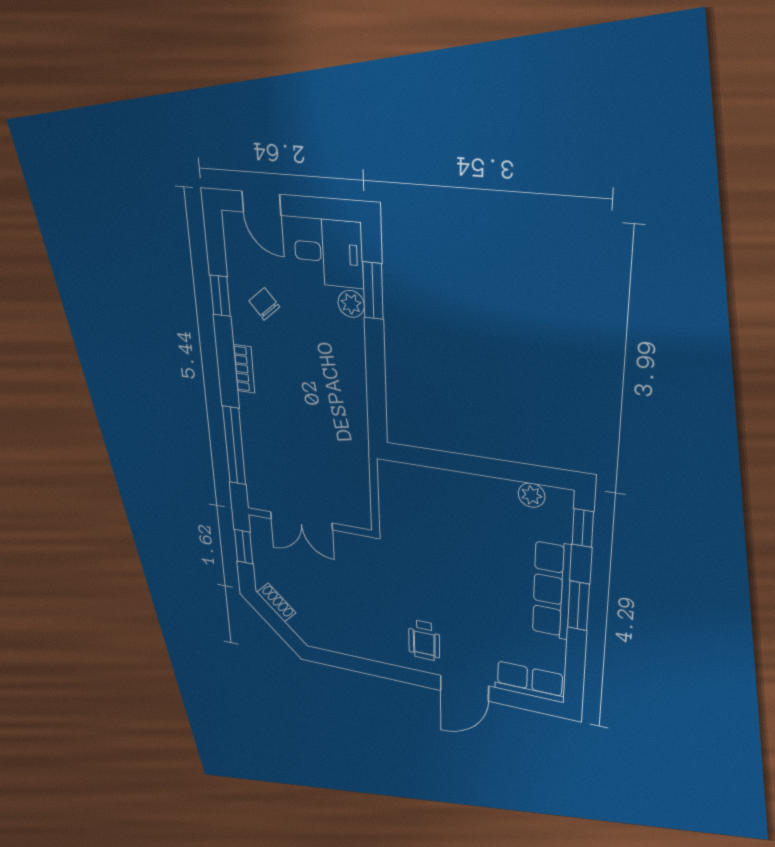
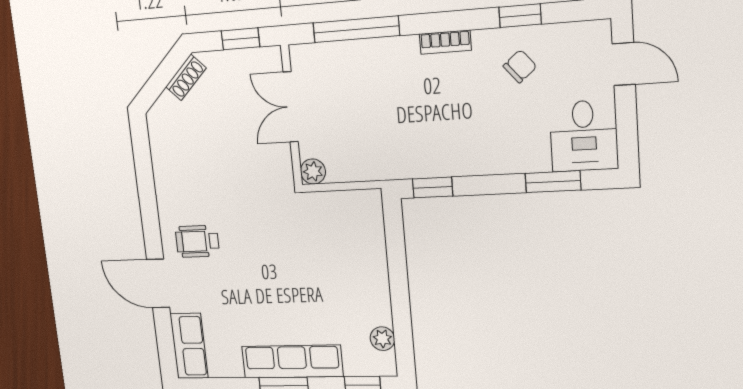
door: (261, 203) -> (624, 64), swing flipped
plant: (351, 304) -> (313, 171), moved
window: (377, 410) -> (433, 187), added

